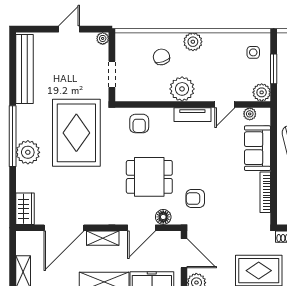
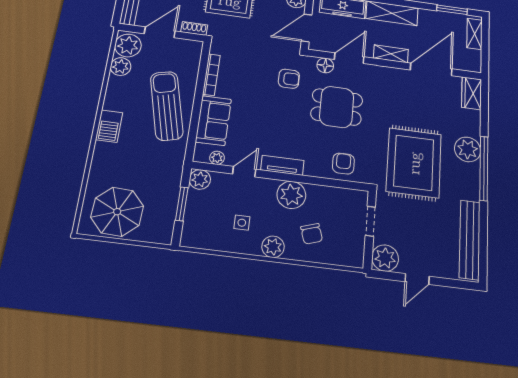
plant: (103, 38) -> (385, 258), width x1.88, depth x1.88
side table: (253, 52) -> (242, 223), moved
door: (184, 253) -> (307, 28), hinge flipped

